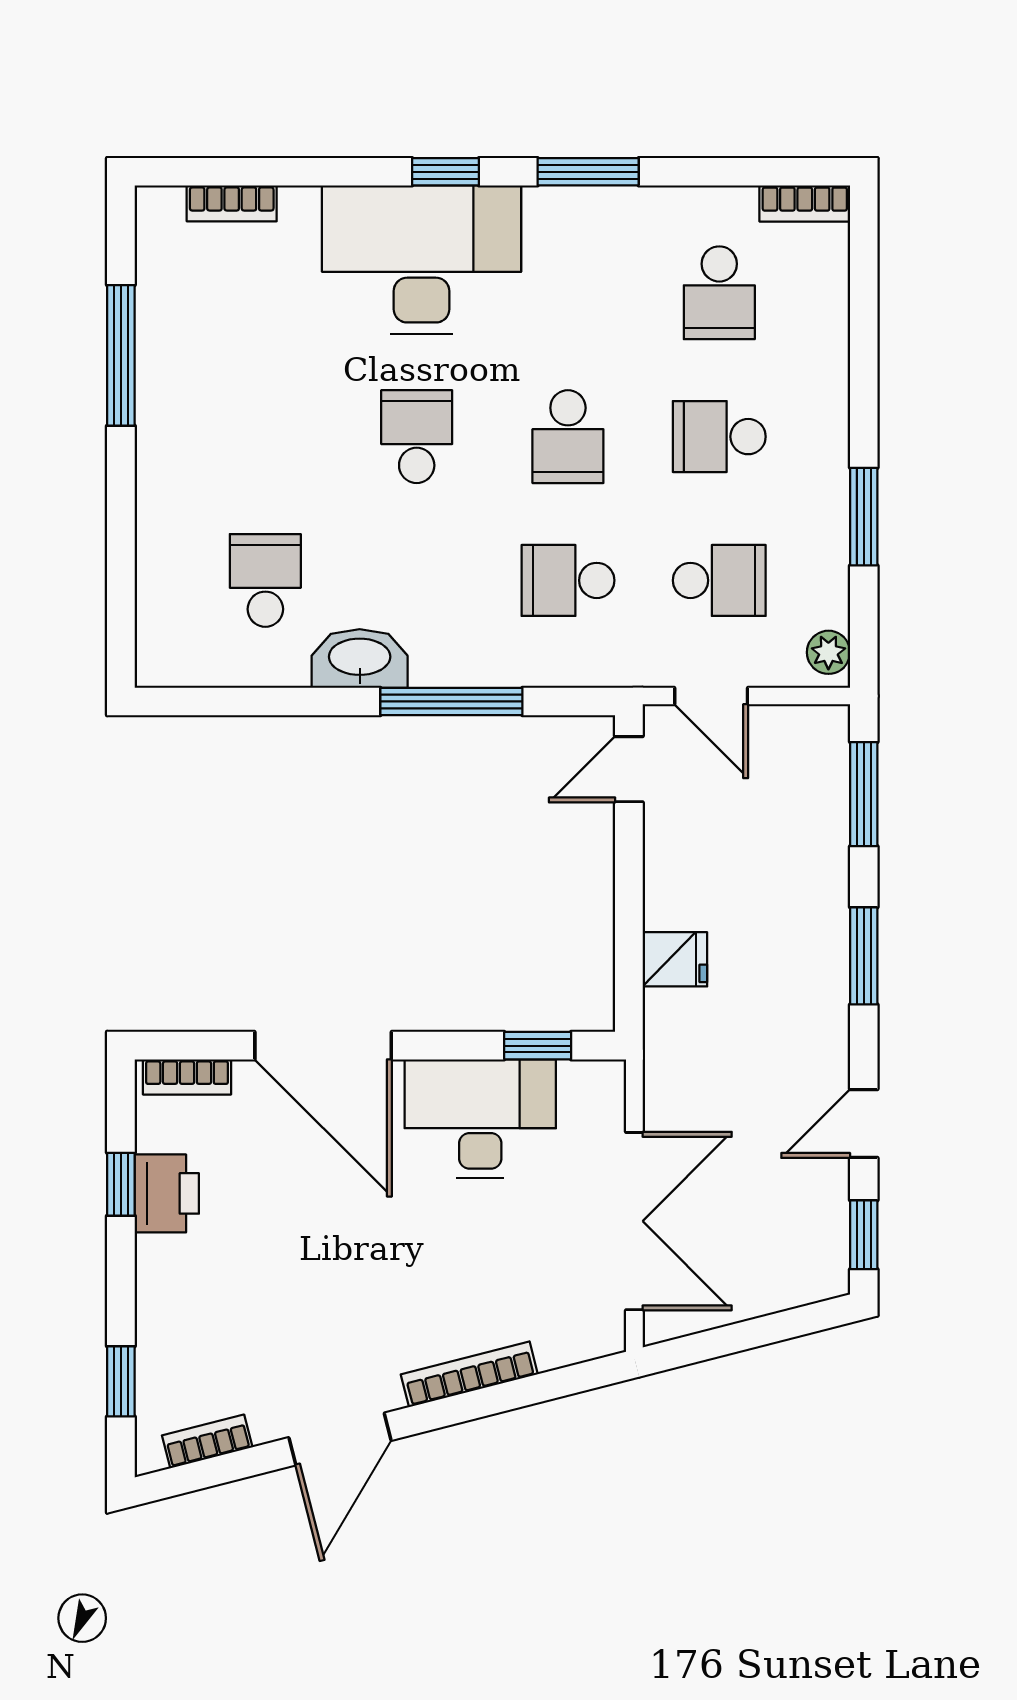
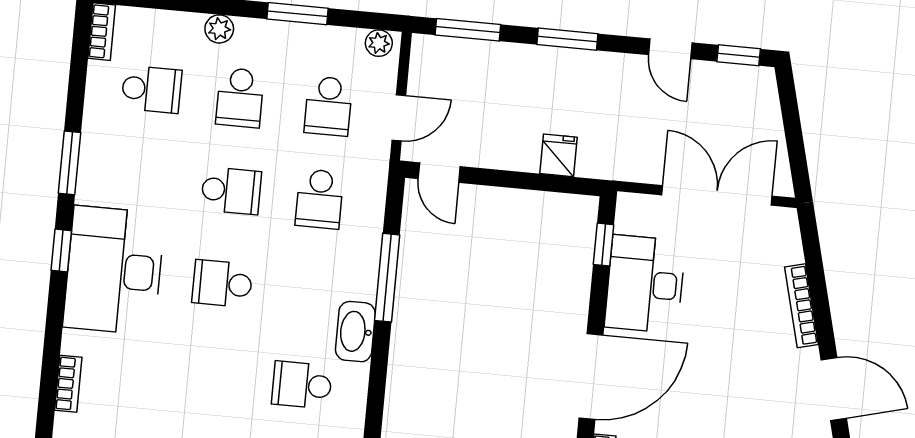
plant: (827, 393) -> (219, 29), added
school desk: (719, 580) -> (328, 106), turned 180

